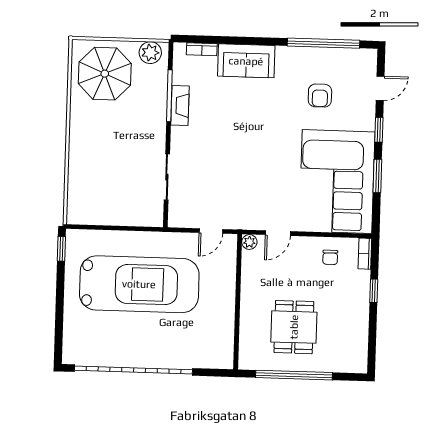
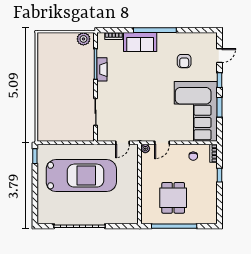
window: (324, 43) -> (155, 30), moved
parasol: (105, 74) -> (57, 52), removed
garage door: (133, 370) -> (79, 226), width x0.73

